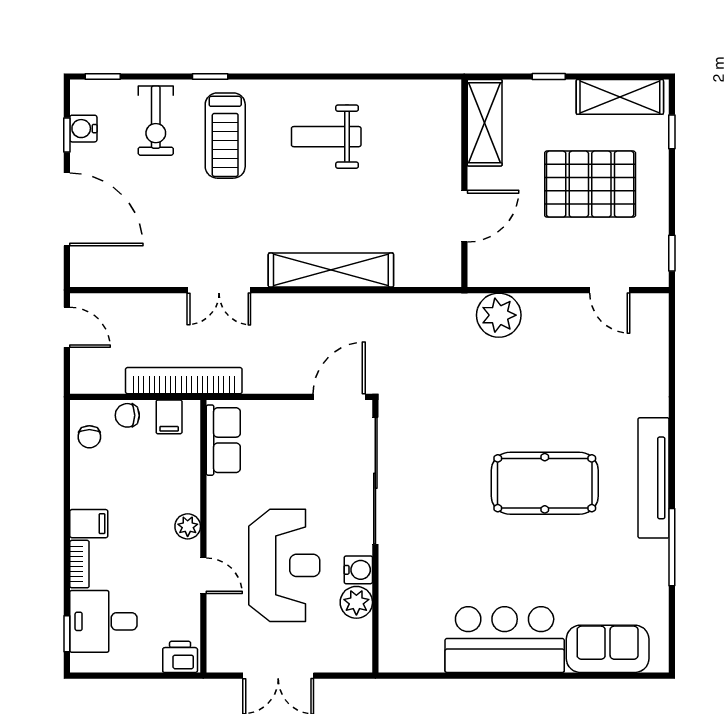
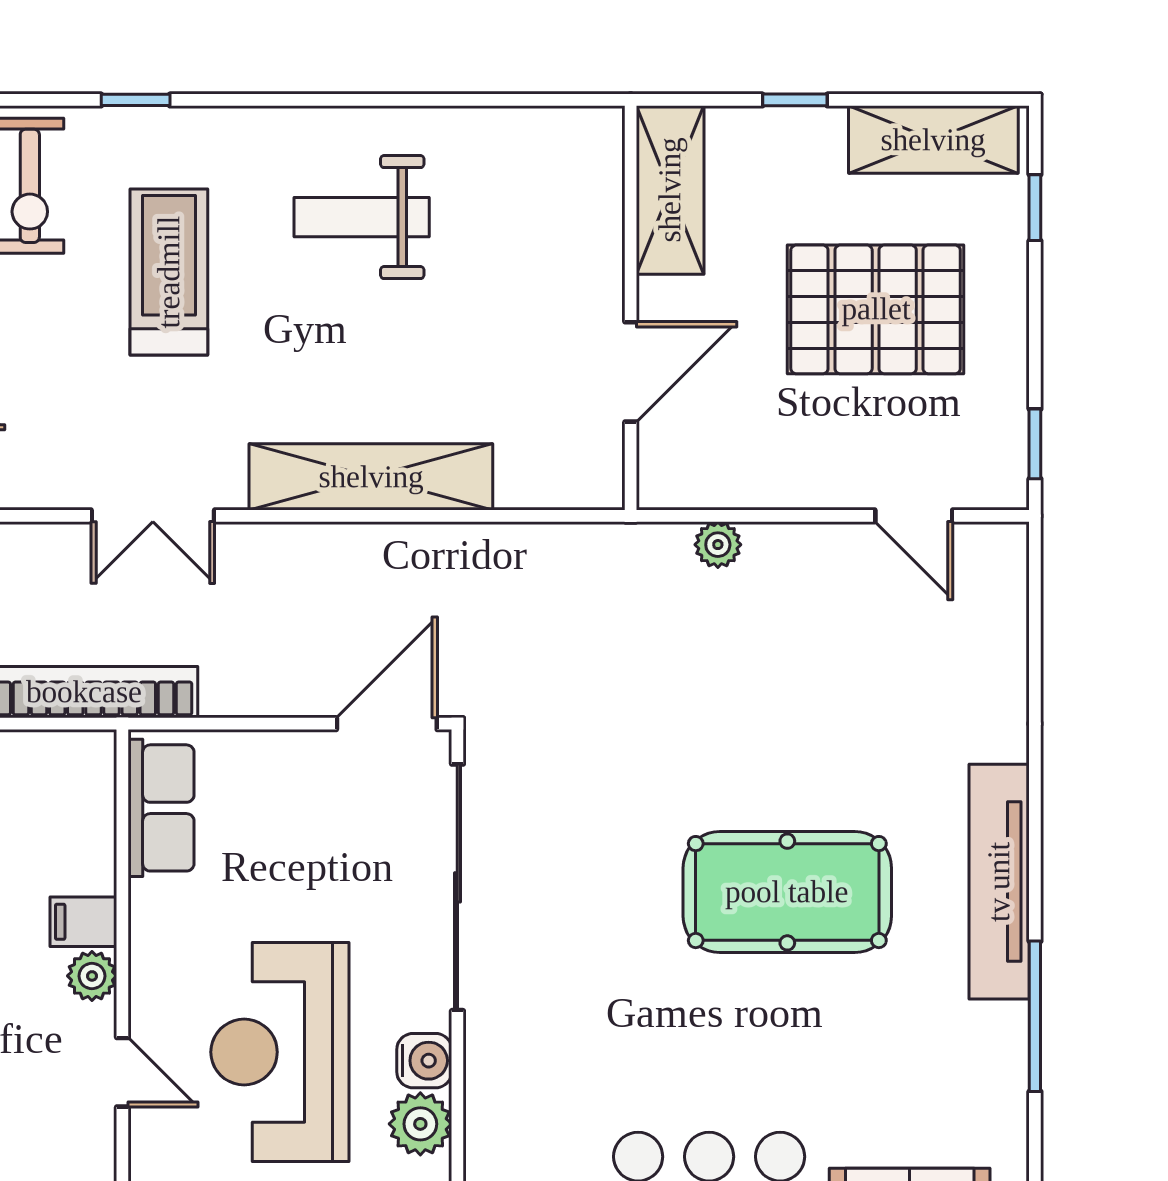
treadmill: (225, 136) -> (169, 272), moved, turned 180
plant: (499, 315) -> (718, 545), width x0.53, depth x0.53
filing cabinet: (169, 417) -> (83, 922), moved, turned 90
reception desk: (284, 565) -> (280, 1052), turned 180

